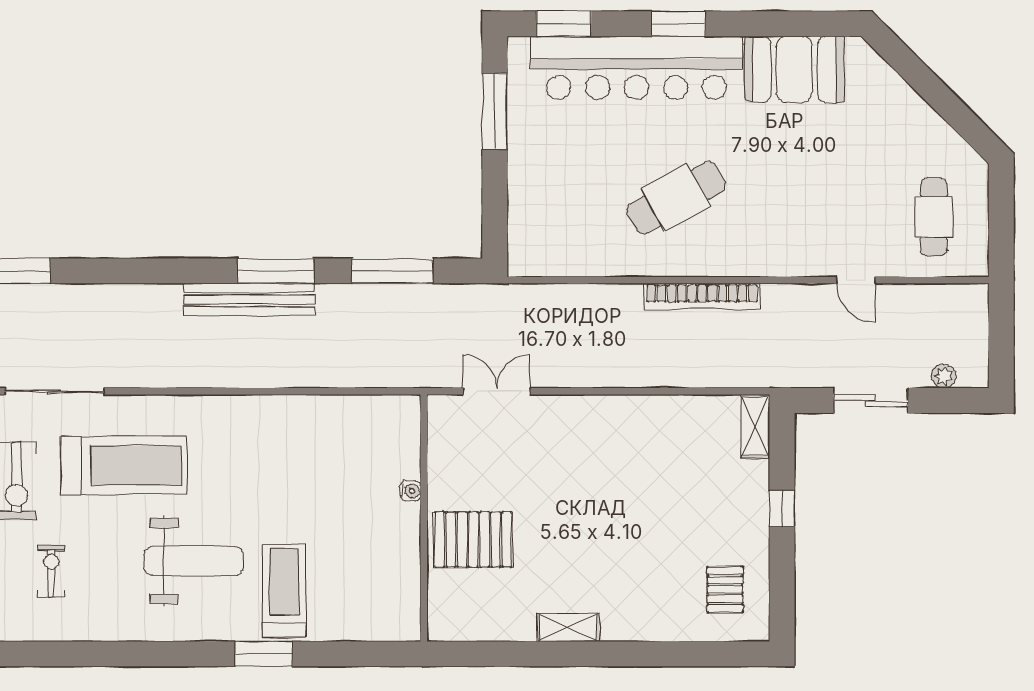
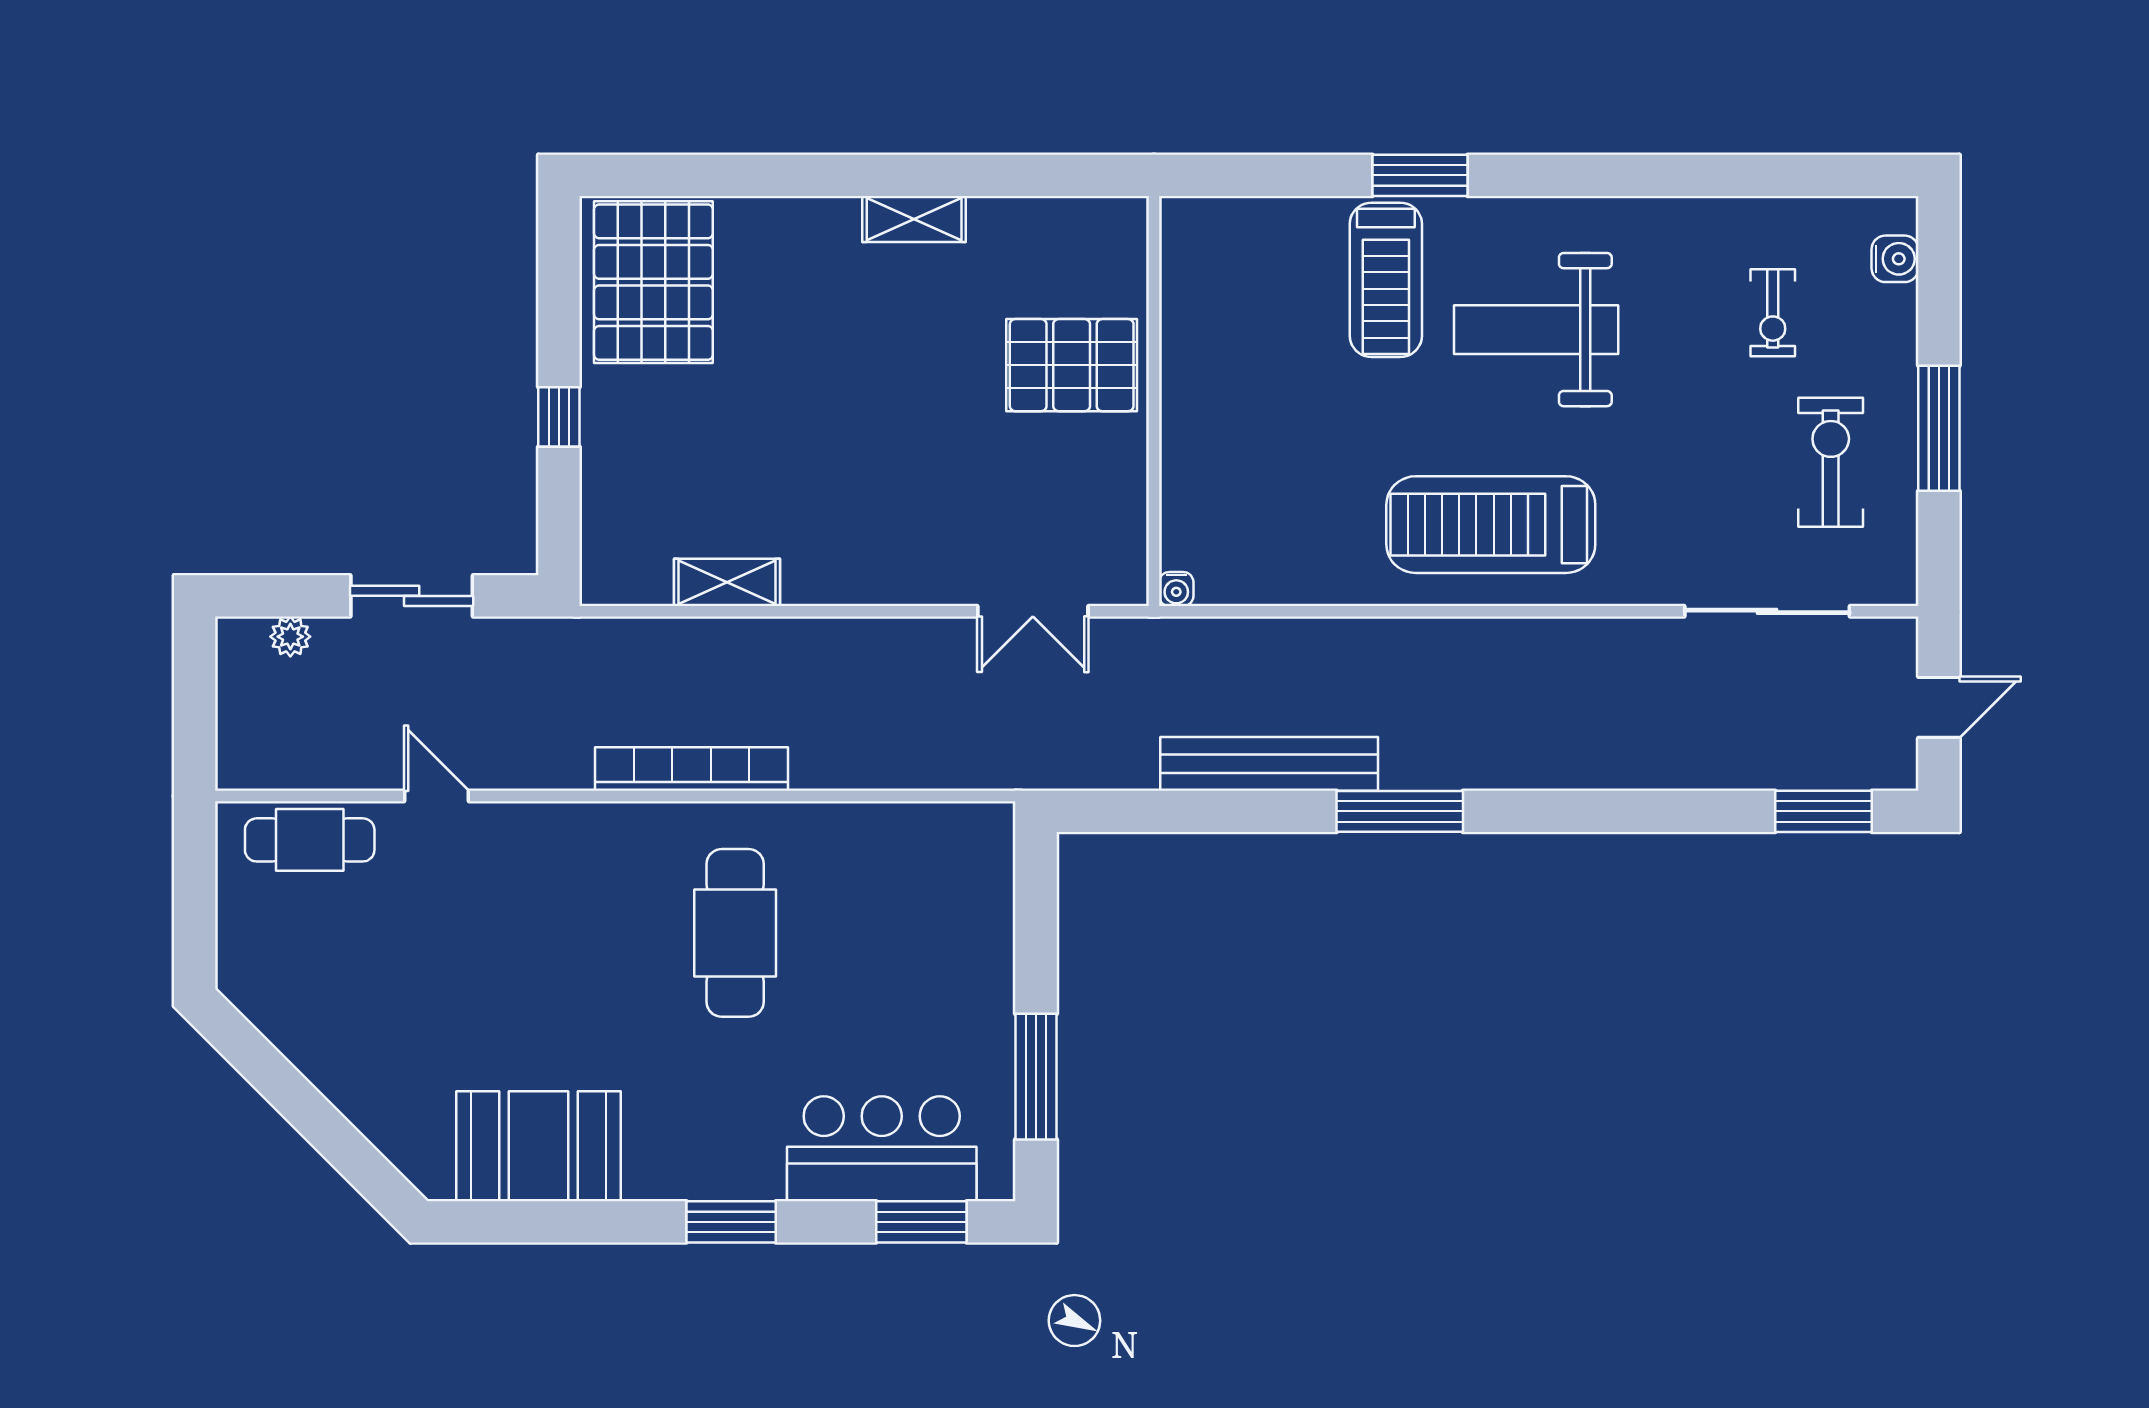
bar counter: (637, 68) -> (882, 1149), width x0.54
cafe table: (676, 198) -> (735, 933), turned -61
cafe table: (934, 217) -> (310, 840), moved, turned 90
window: (392, 271) -> (1206, 811), removed
bench: (249, 300) -> (1269, 764), moved
shelving: (755, 426) -> (727, 582), moved, turned 90
treadmill: (124, 465) -> (1491, 525), moved
water cooler: (410, 491) -> (1176, 589), moved, turned -90
pallet: (725, 590) -> (653, 282), width x2.05, depth x2.00

